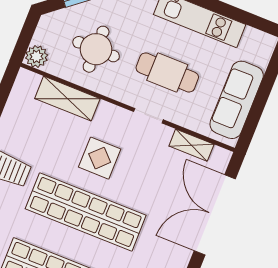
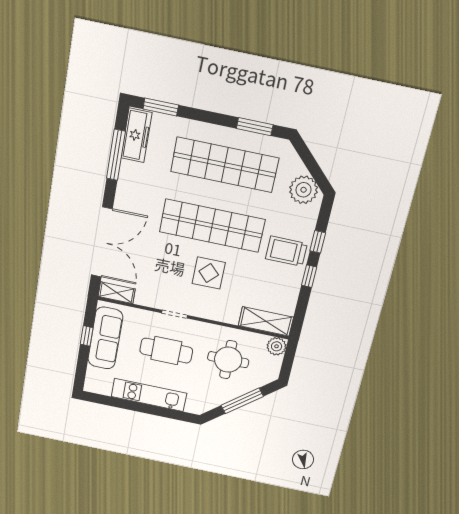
shelving: (67, 99) -> (266, 321), moved
window: (258, 106) -> (87, 336), added
shelving: (191, 145) -> (117, 293), moved

